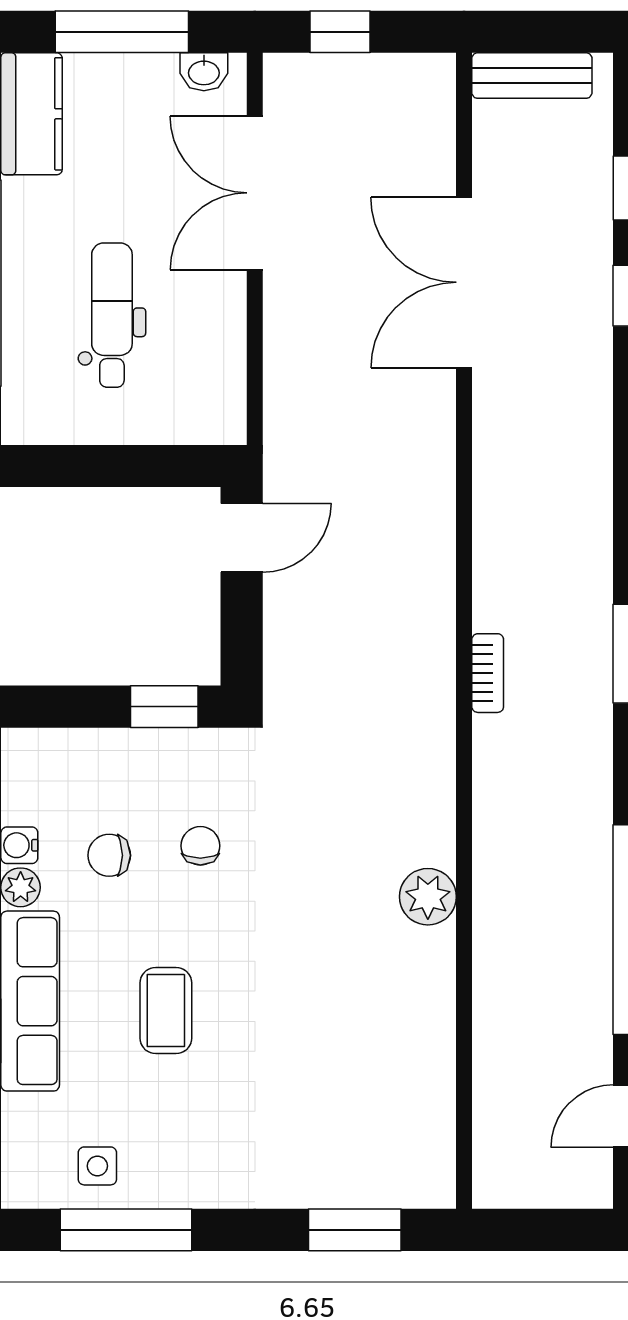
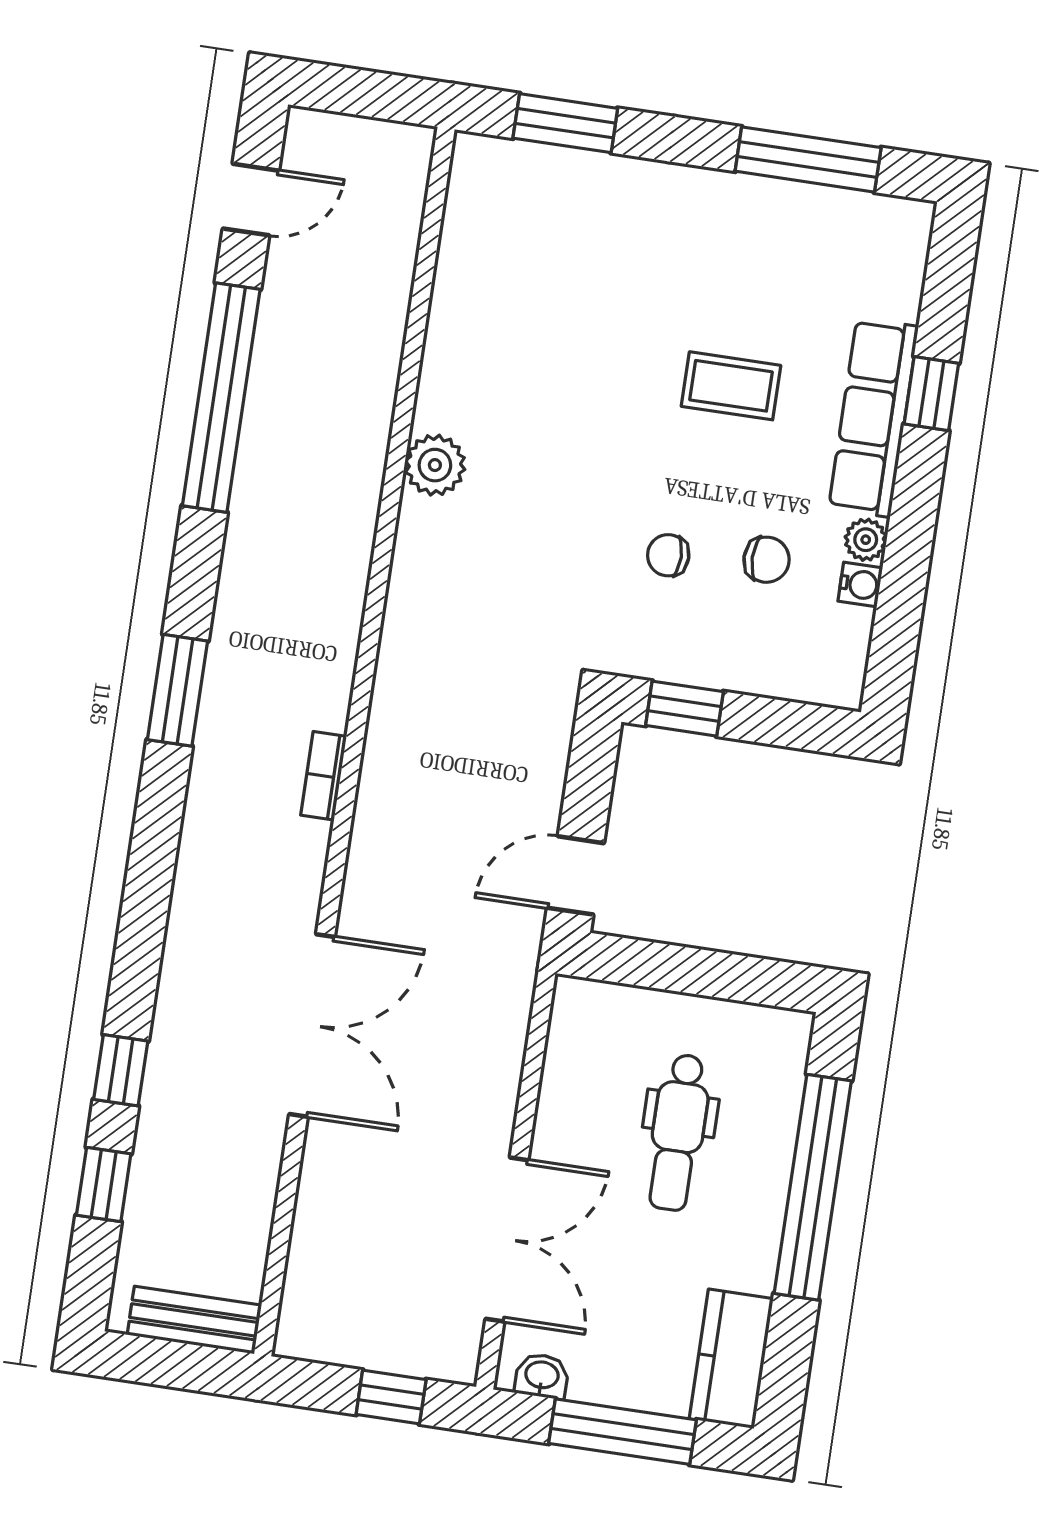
double door: (464, 282) -> (312, 1025), moved
bookcase: (488, 673) -> (324, 776), moved
chair: (200, 846) -> (668, 555), turned 90
coffee table: (166, 1011) -> (731, 386), turned 90
side table: (97, 1166) -> (828, 232), removed

